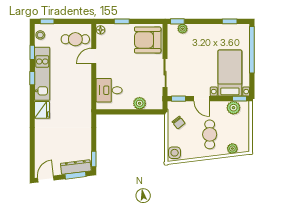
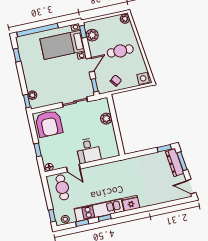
desk: (109, 90) -> (88, 151), moved
plant: (232, 149) -> (125, 19), moved

